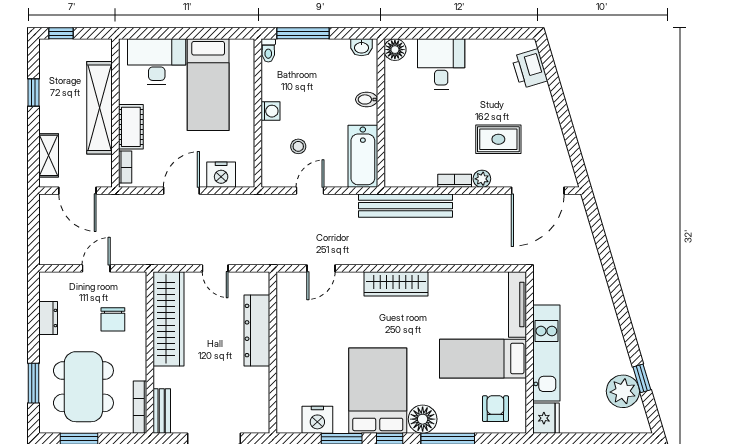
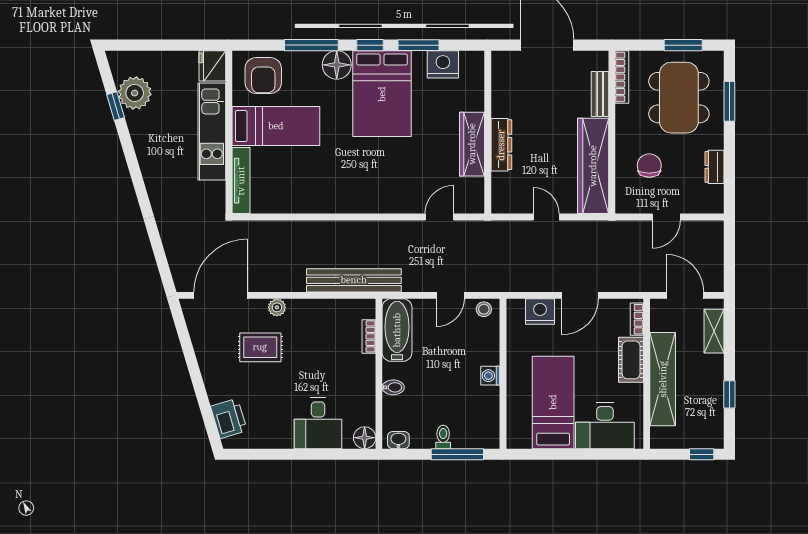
toilet: (268, 50) -> (443, 437), moved
stool: (298, 146) -> (484, 309), moved
bookcase: (455, 181) -> (369, 336), moved, turned 90
wardrobe: (396, 284) -> (472, 144), moved, turned -90
dresser: (257, 331) -> (501, 145), width x0.73, depth x0.80
armchair: (495, 409) -> (263, 76), width x1.38, depth x1.38
bench: (162, 411) -> (600, 94), moved

